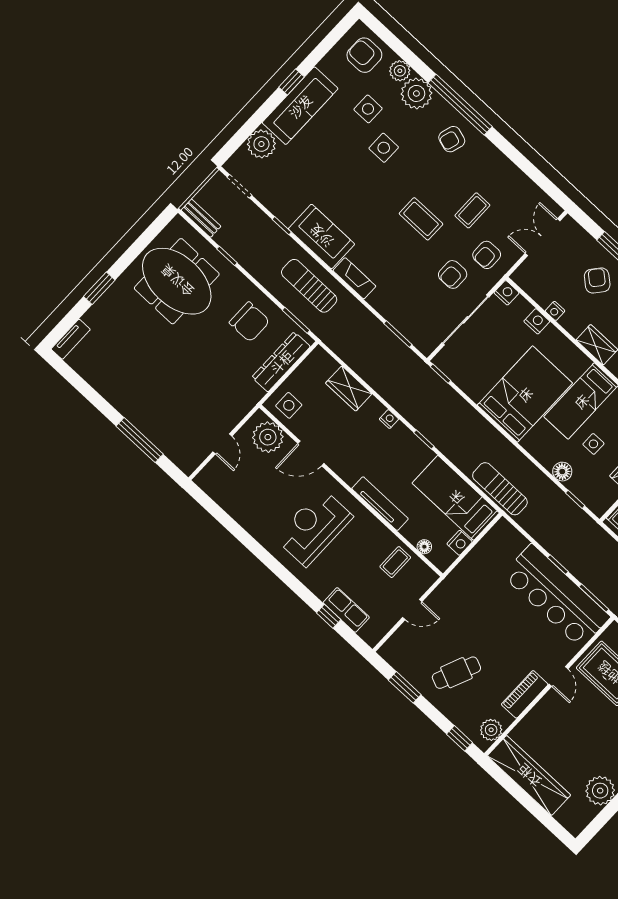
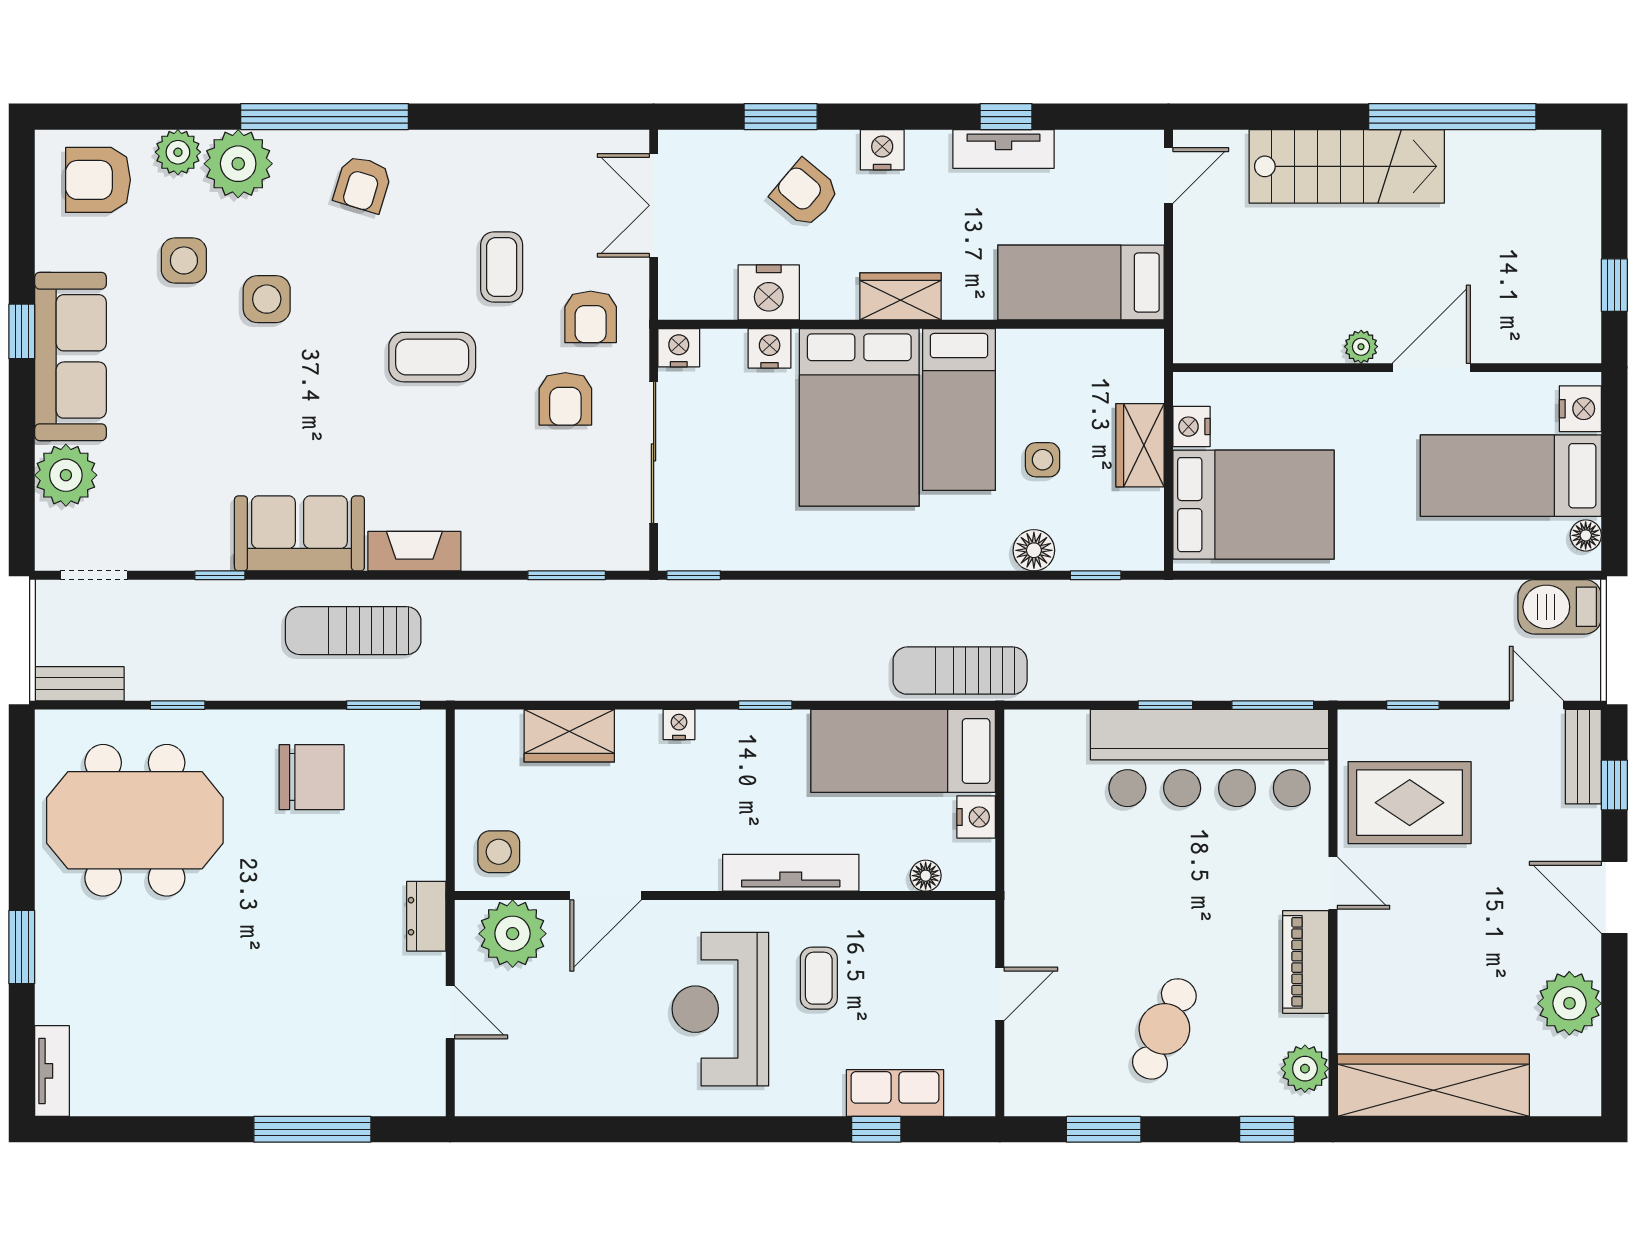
nightstand: (555, 311) -> (769, 292), width x1.89, depth x1.79
dresser: (281, 362) -> (426, 916), moved, width x0.51, depth x0.80
bed: (525, 394) -> (859, 417), moved, turned 180
coffee table: (395, 562) -> (819, 978), moved

